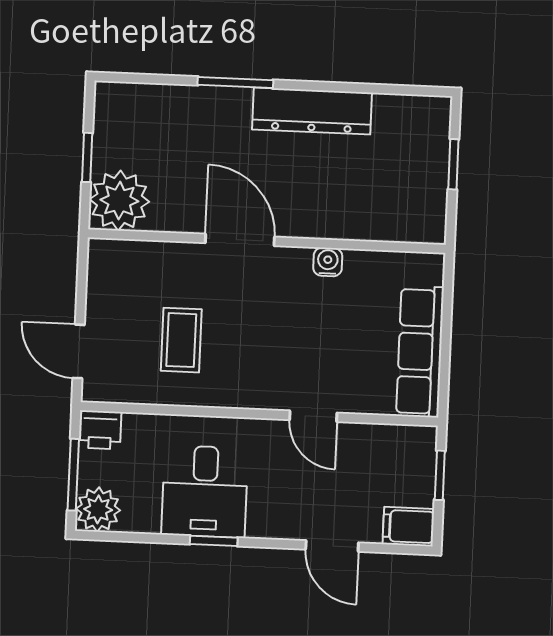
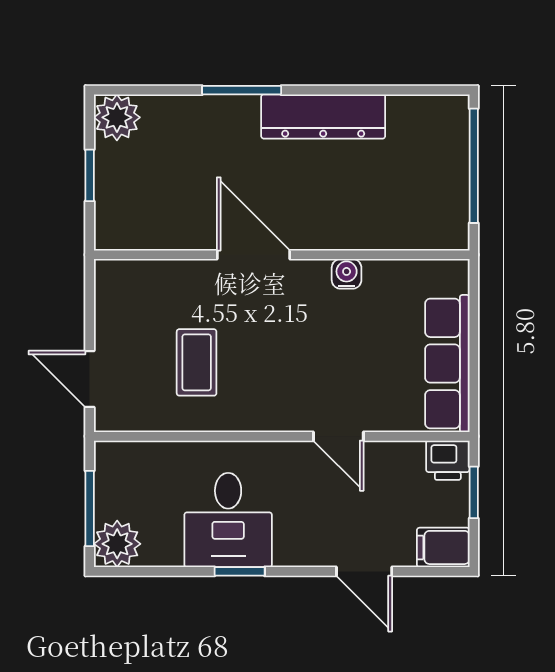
window: (453, 164) -> (474, 166), width x2.17
plant: (119, 201) -> (117, 117), moved, width x0.73, depth x0.73
printer: (100, 430) -> (448, 460), moved

